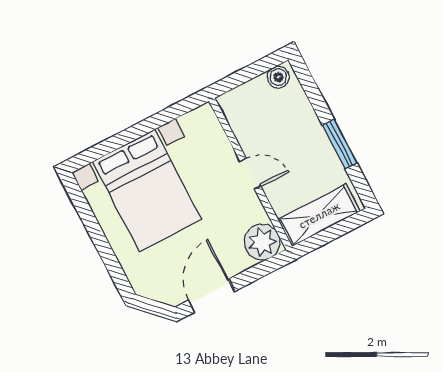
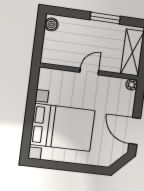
plant: (262, 242) -> (132, 85), width x0.53, depth x0.53

